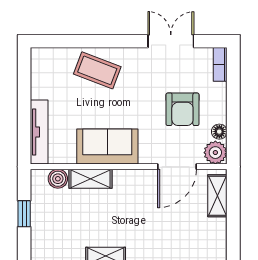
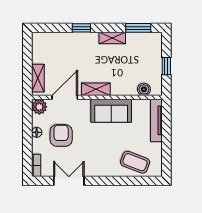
double door: (171, 41) -> (69, 181), swing flipped
coffee table: (97, 70) -> (135, 162), moved
floor lamp: (219, 132) -> (37, 132), moved
shelving: (91, 179) -> (96, 89), moved

